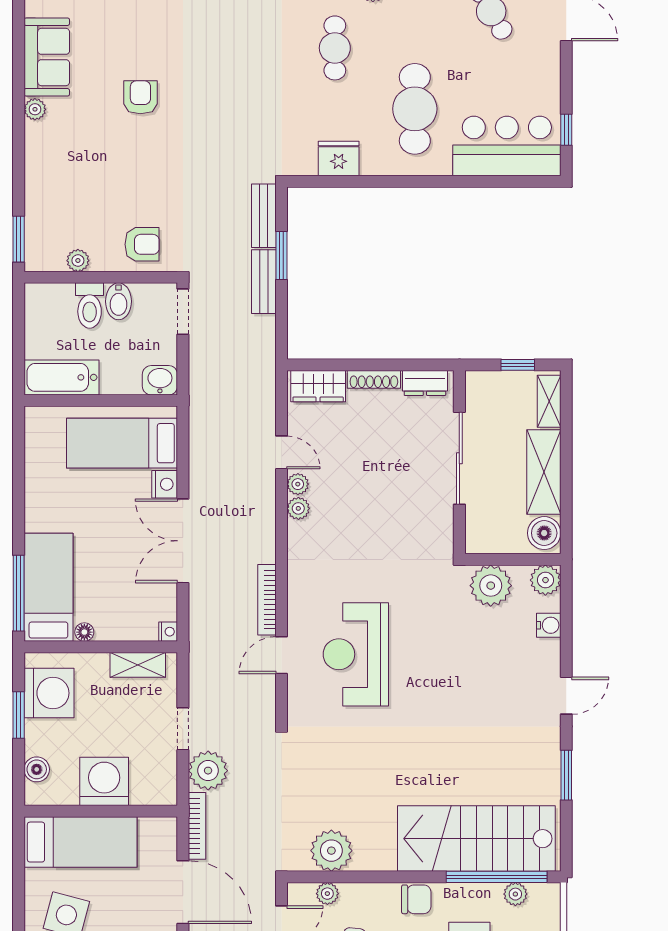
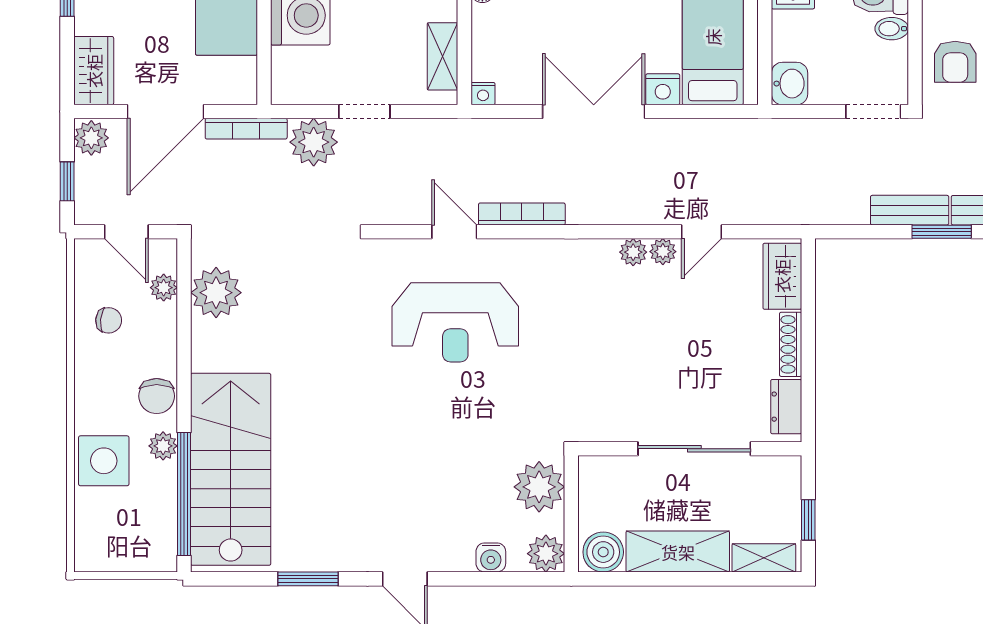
bidet: (118, 301) -> (892, 29), width x0.72, depth x0.74
reception desk: (356, 654) -> (455, 322), turned 180
plant: (515, 894) -> (163, 446), moved

